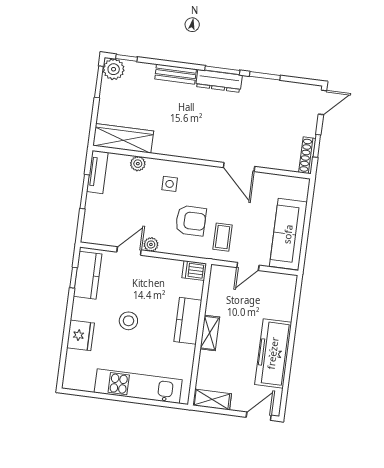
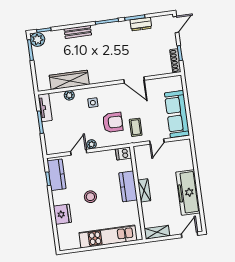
dresser: (219, 81) -> (141, 24), moved, width x0.70
wardrobe: (123, 138) -> (69, 80), moved

